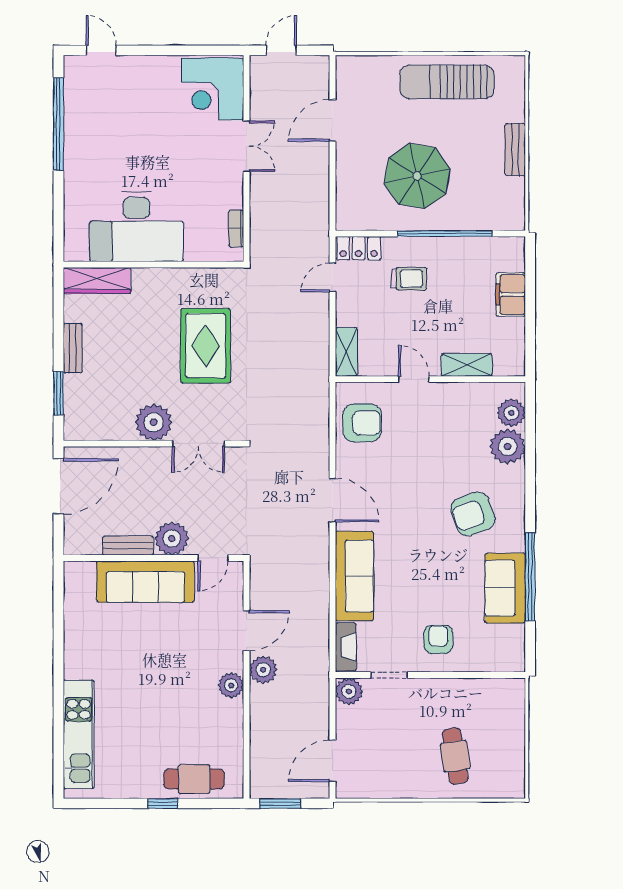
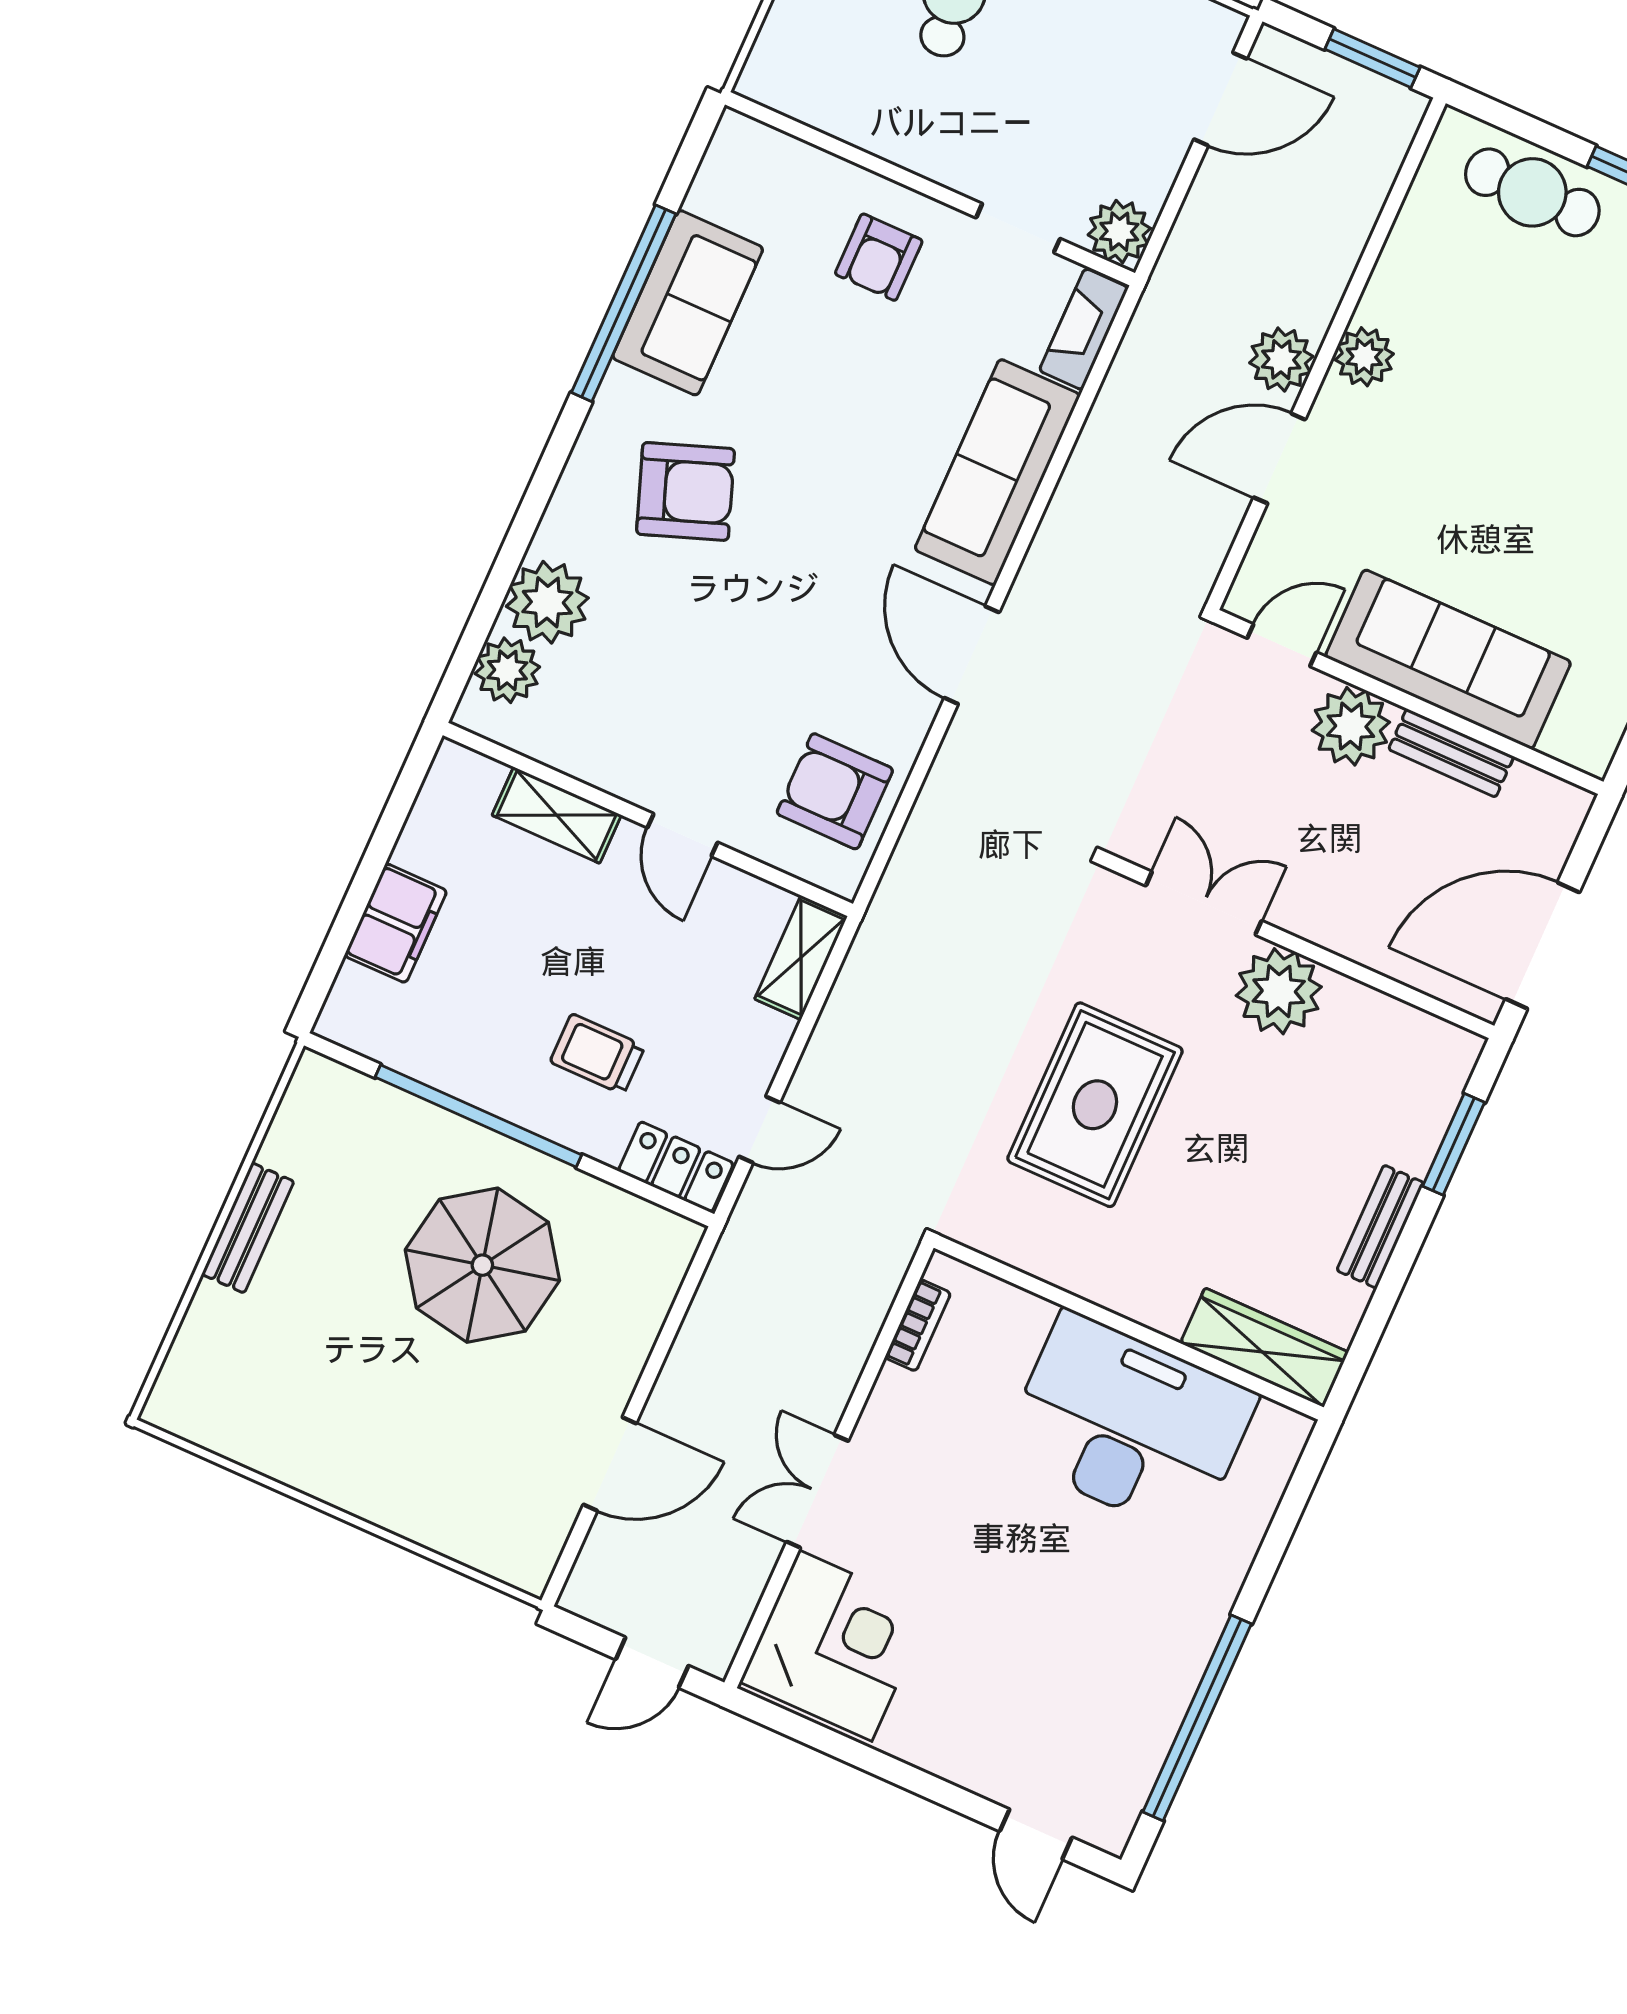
sun lounger: (447, 82) -> (329, 1437), removed

